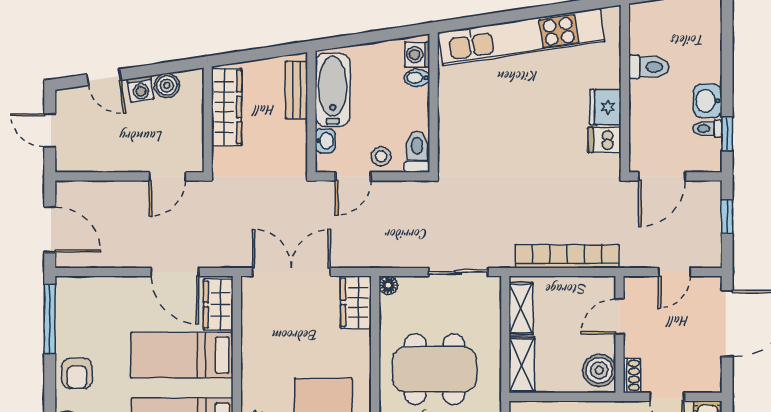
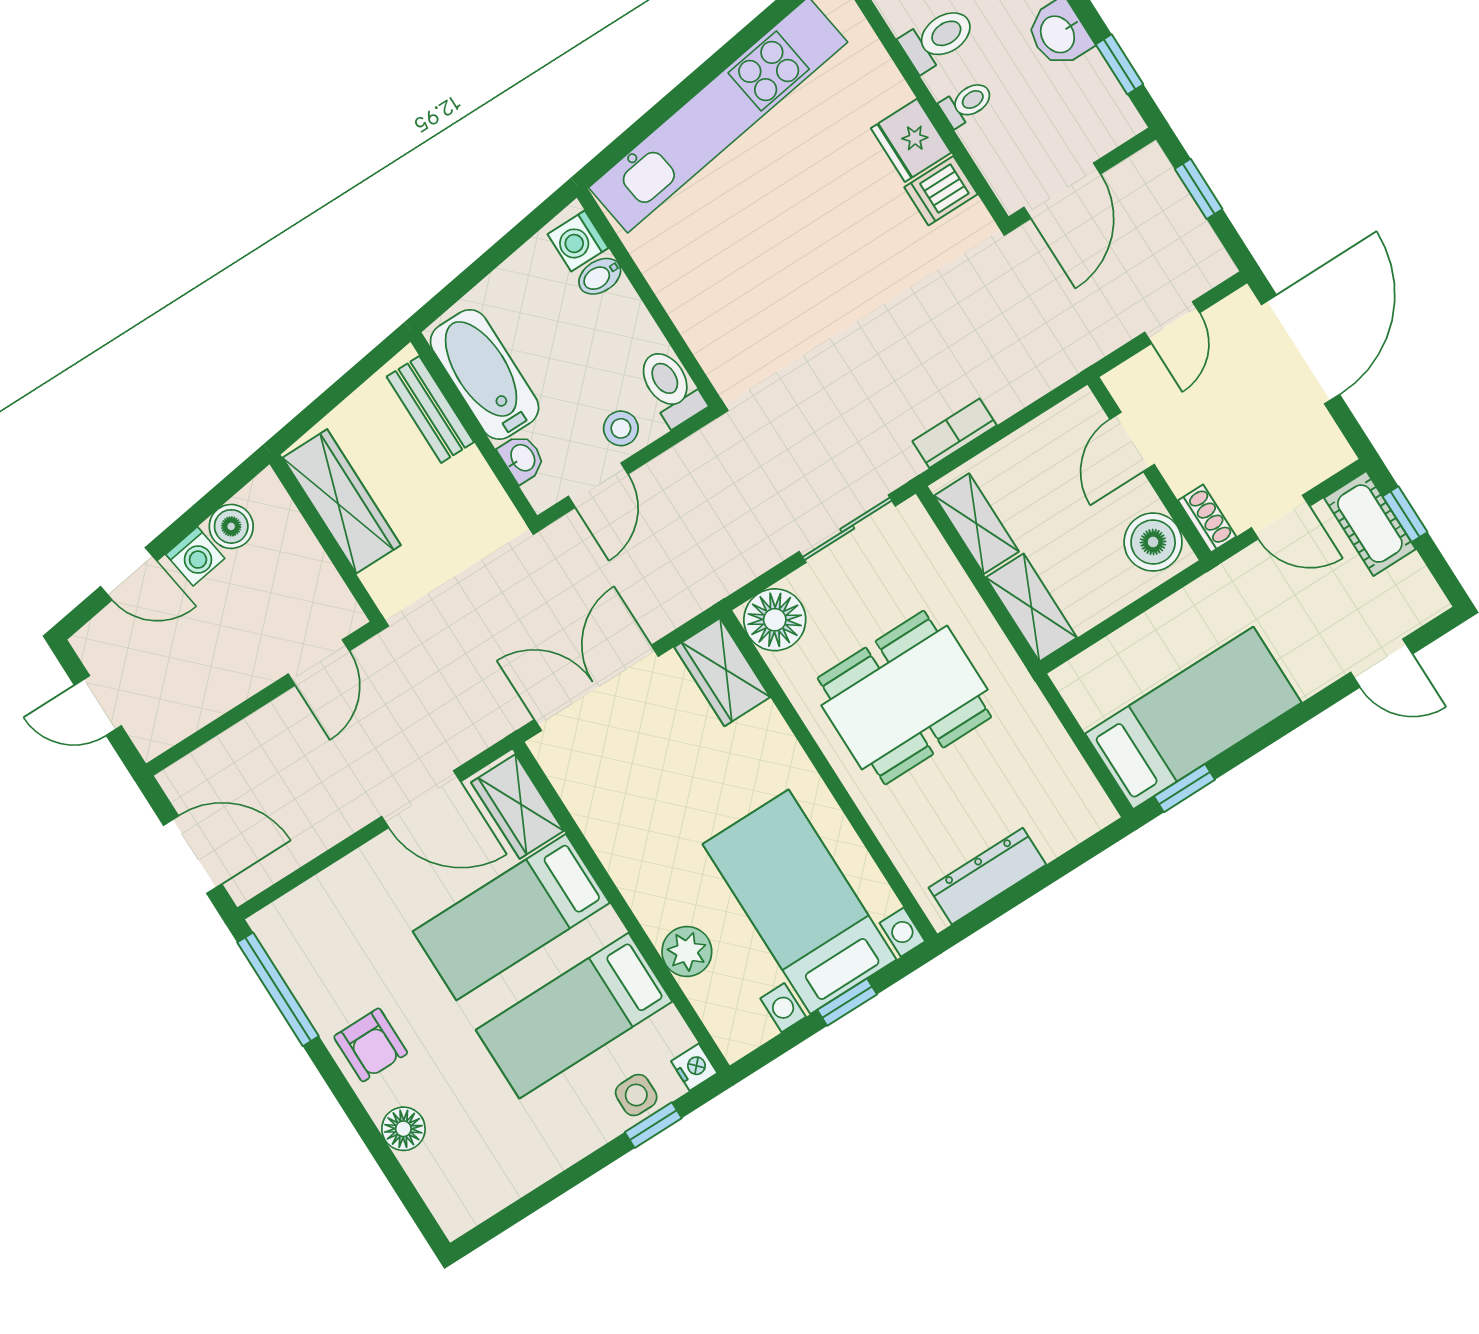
toilet: (708, 128) -> (967, 103), moved, turned 180
bookcase: (567, 256) -> (955, 433), width x0.43, depth x0.76
floor lamp: (388, 285) -> (775, 620), width x1.89, depth x1.89

